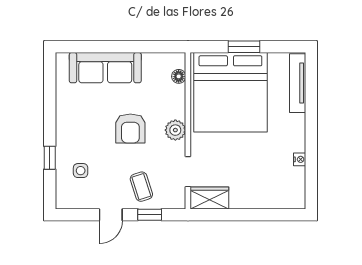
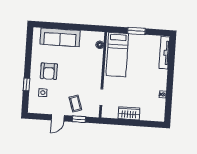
bed: (230, 92) -> (117, 55), width x0.49
armchair: (130, 128) -> (49, 71), moved
plant: (175, 130) -> (96, 74), removed
wardrobe: (209, 198) -> (129, 113), moved

